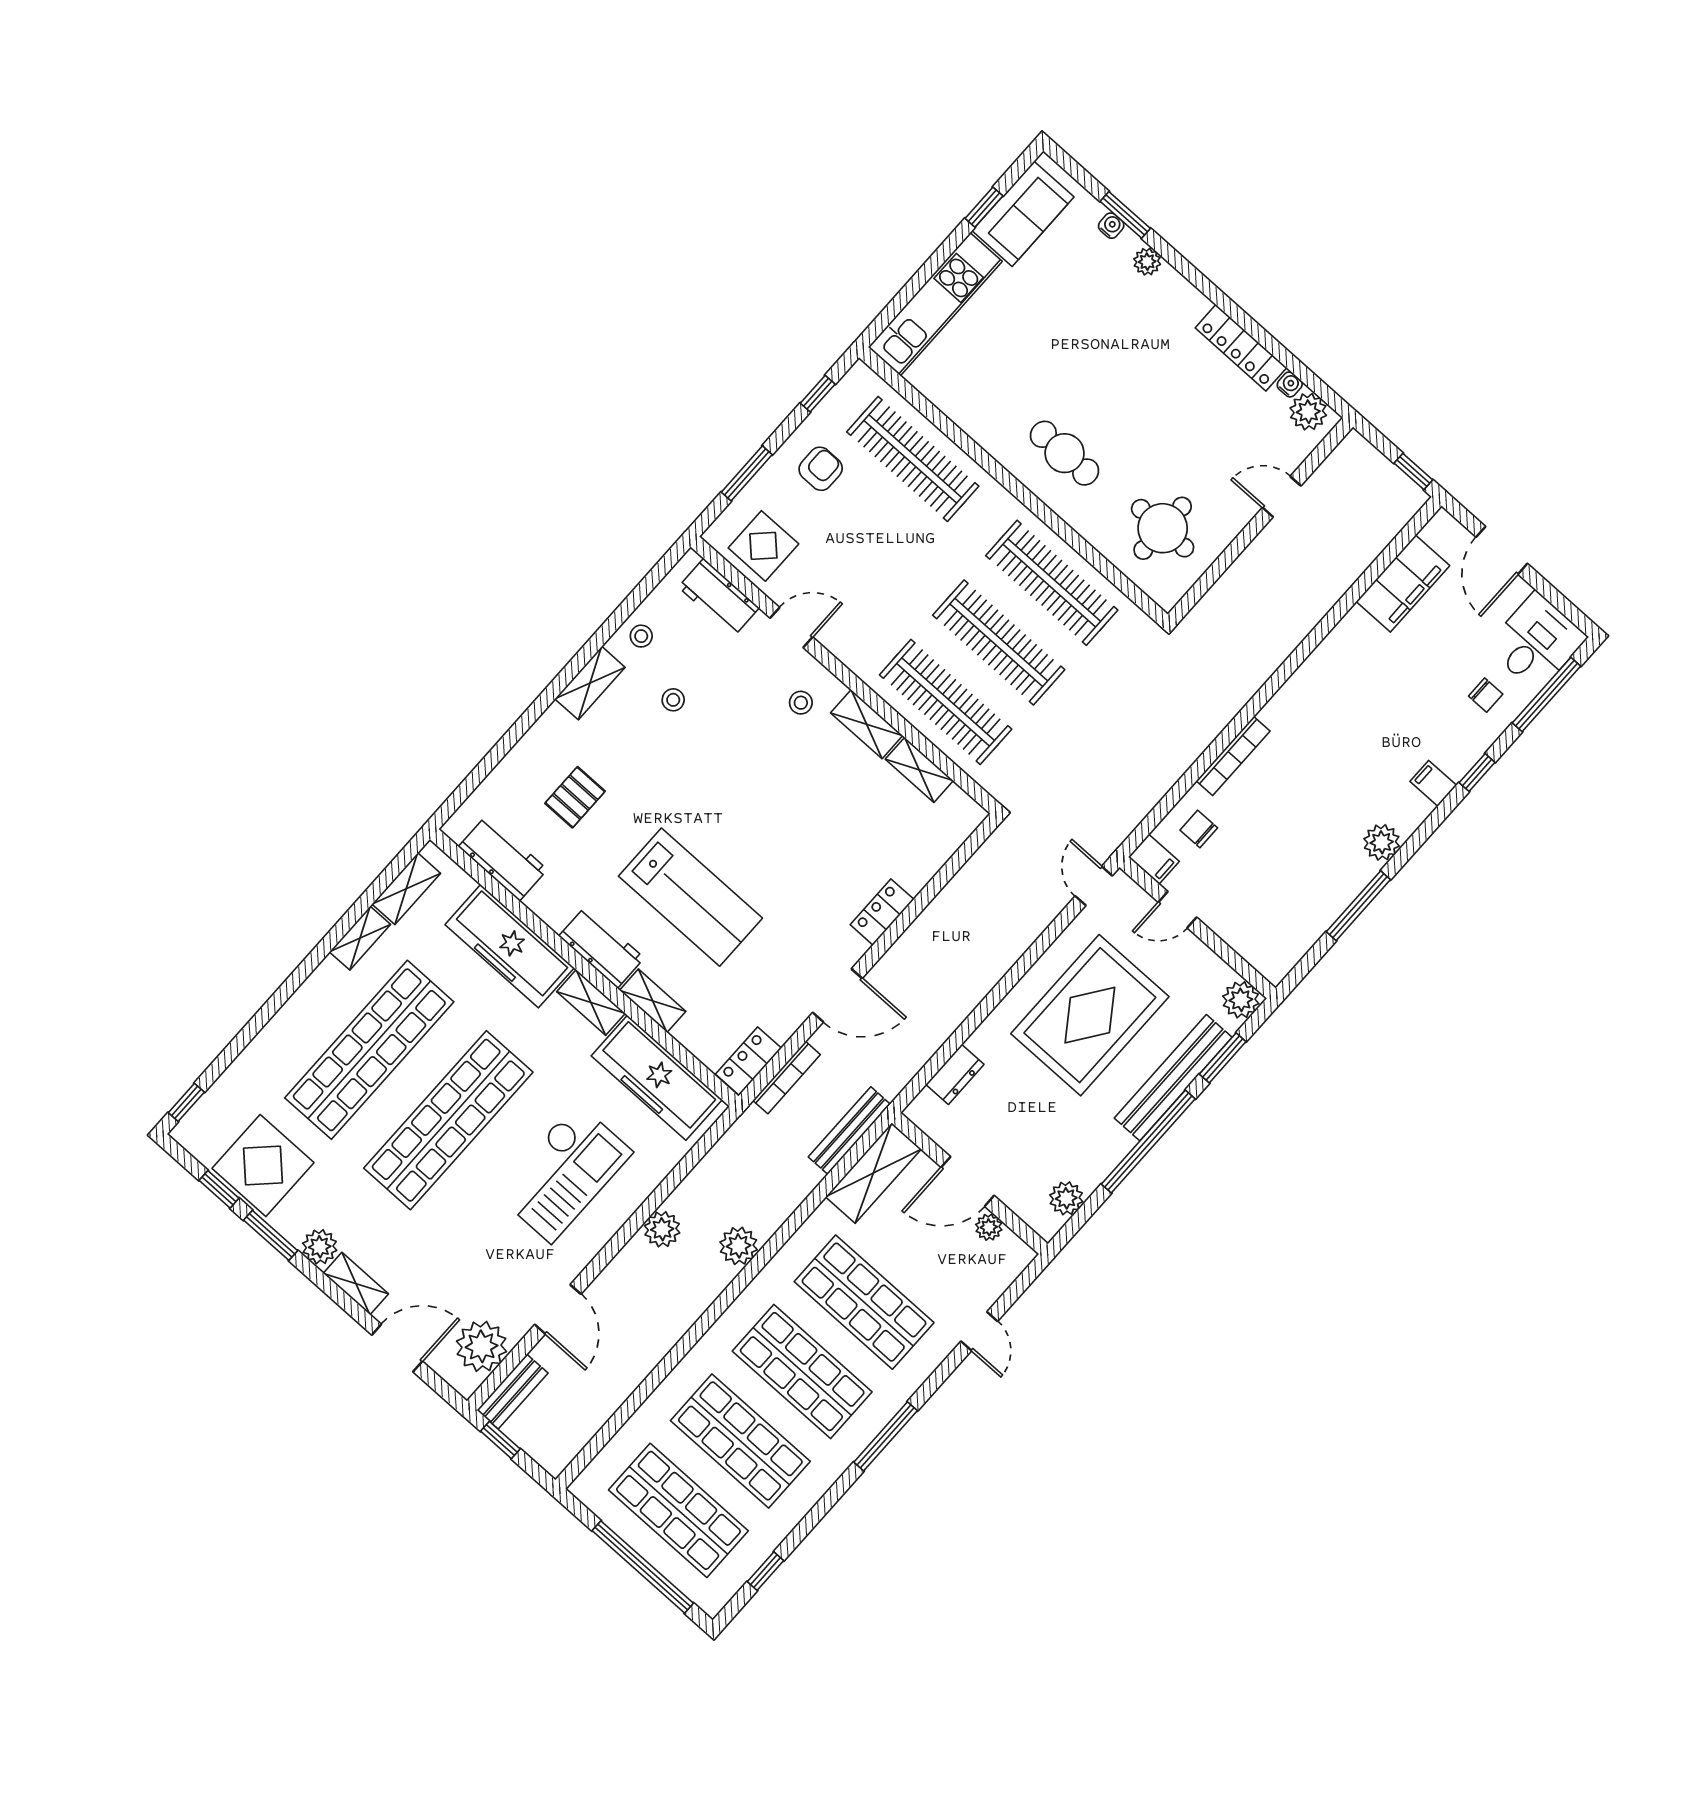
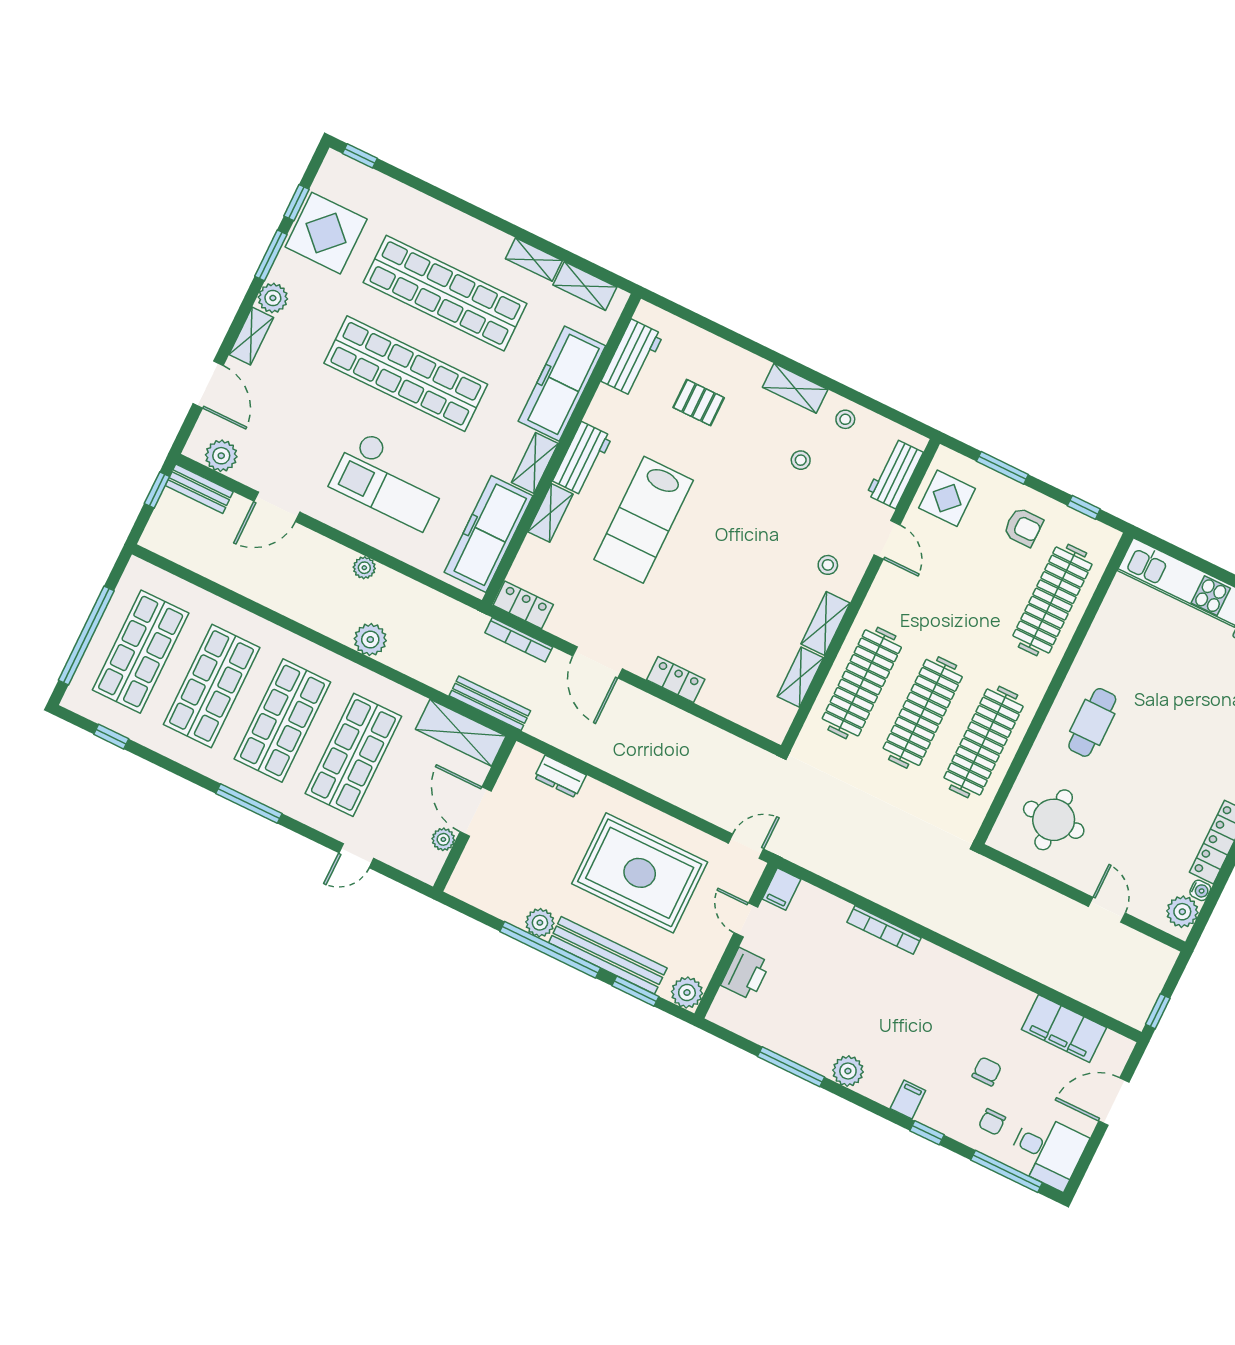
chair: (1199, 829) -> (987, 1071), moved
printer: (1238, 927) -> (745, 974), added
plant: (1066, 1198) -> (540, 923), moved
plant: (662, 1229) -> (364, 568), width x0.73, depth x0.73
plant: (482, 1346) -> (221, 456), width x0.73, depth x0.73

